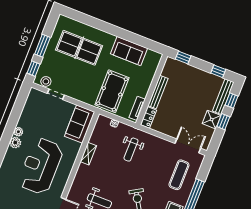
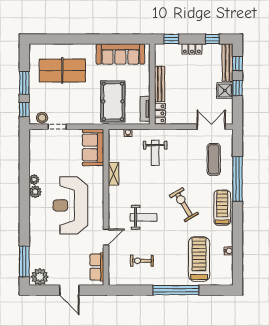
sofa: (129, 51) -> (120, 54), width x1.36
locker: (197, 73) -> (192, 49), added

